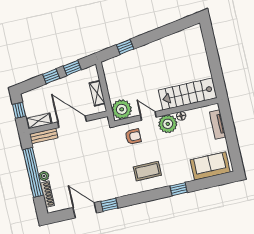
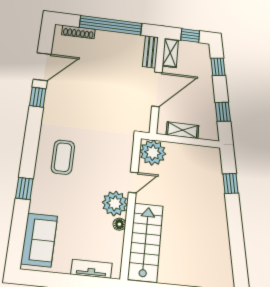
window: (51, 76) -> (218, 67), moved
armchair: (133, 137) -> (113, 155), removed
plant: (44, 176) -> (102, 36), removed

